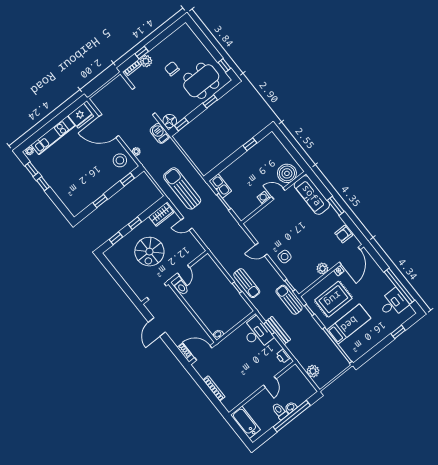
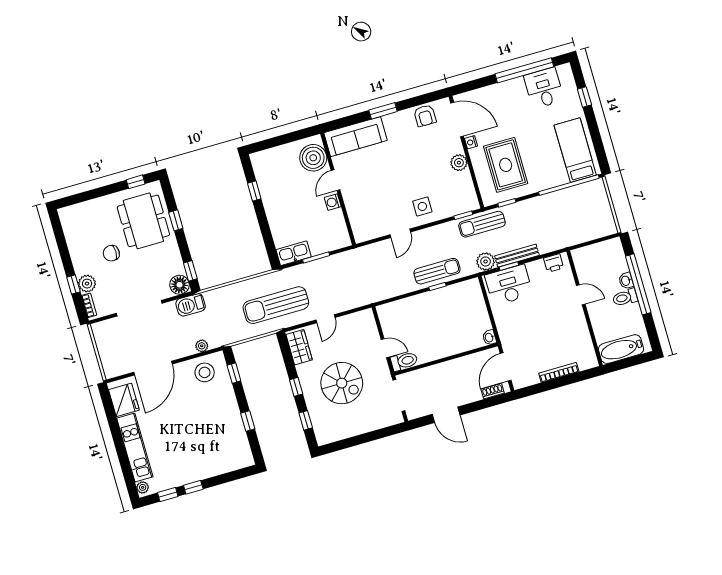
bed: (349, 324) -> (575, 150), moved
plant: (313, 371) -> (486, 261), moved

